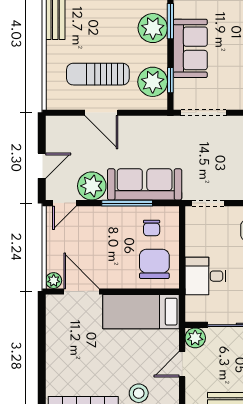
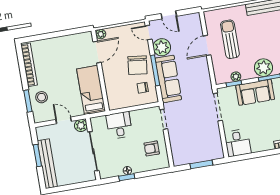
plant: (153, 82) -> (236, 77), width x0.53, depth x0.53
chair: (154, 264) -> (137, 65), moved, turned 97

